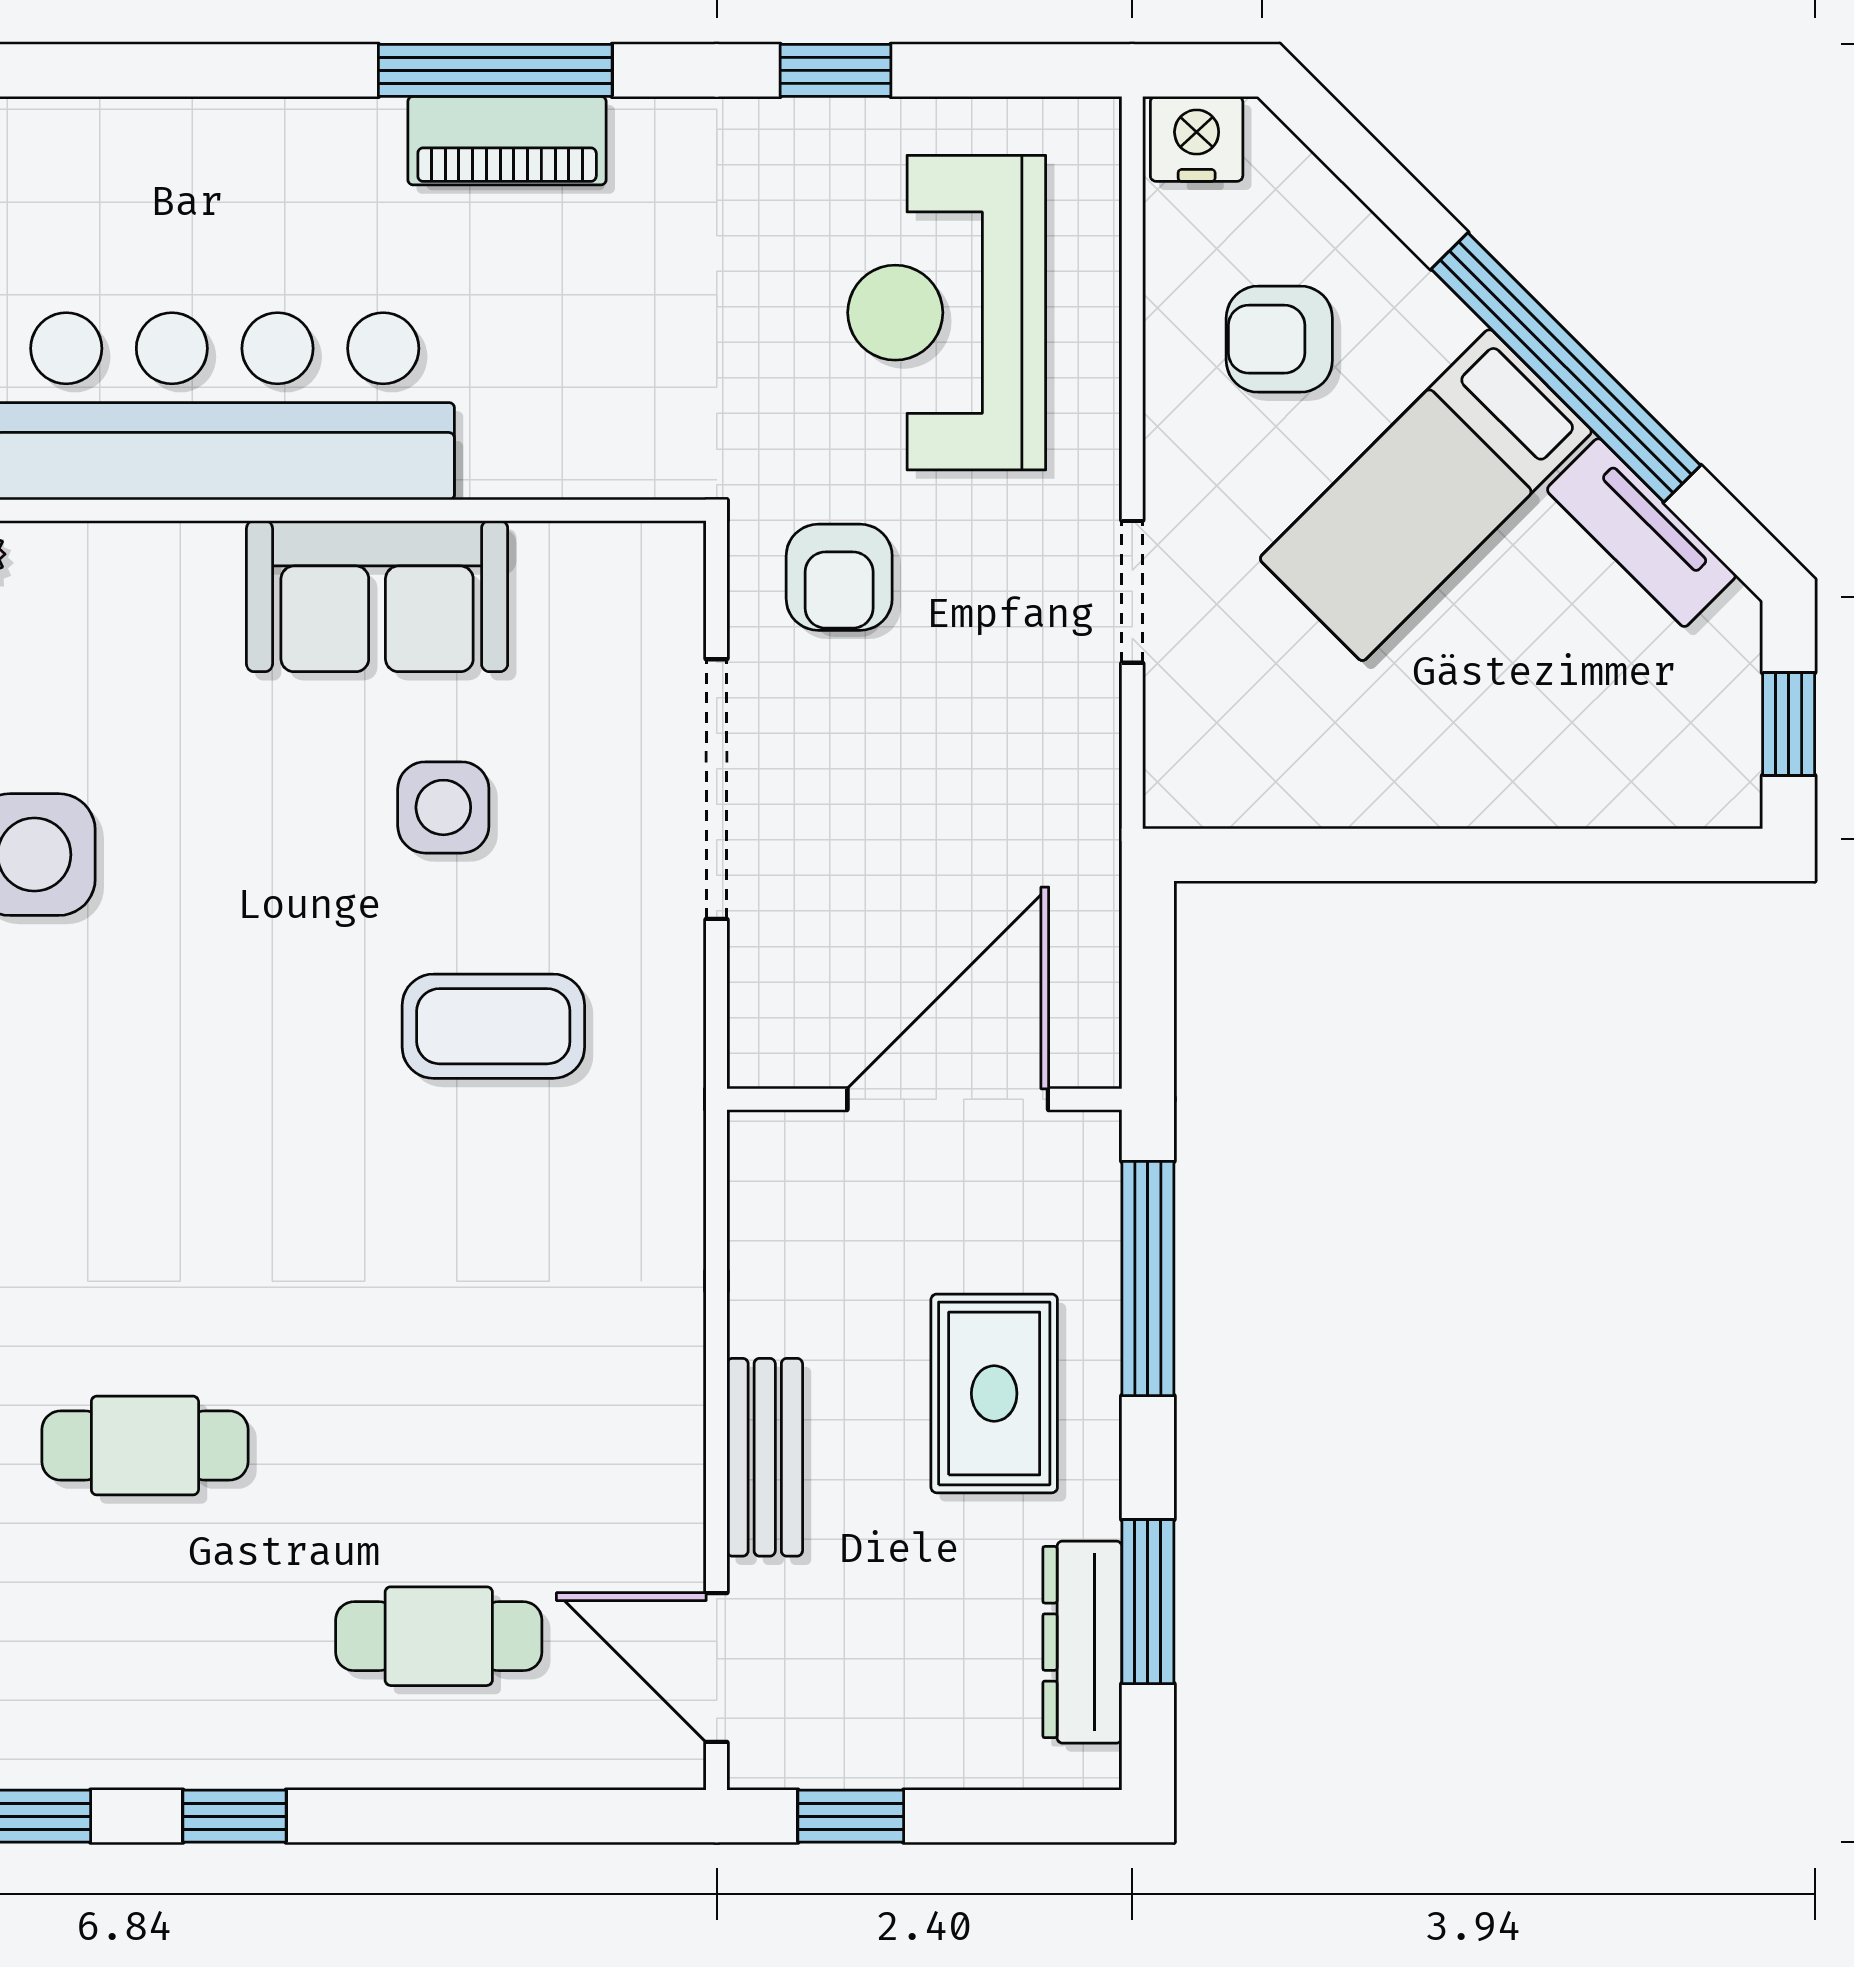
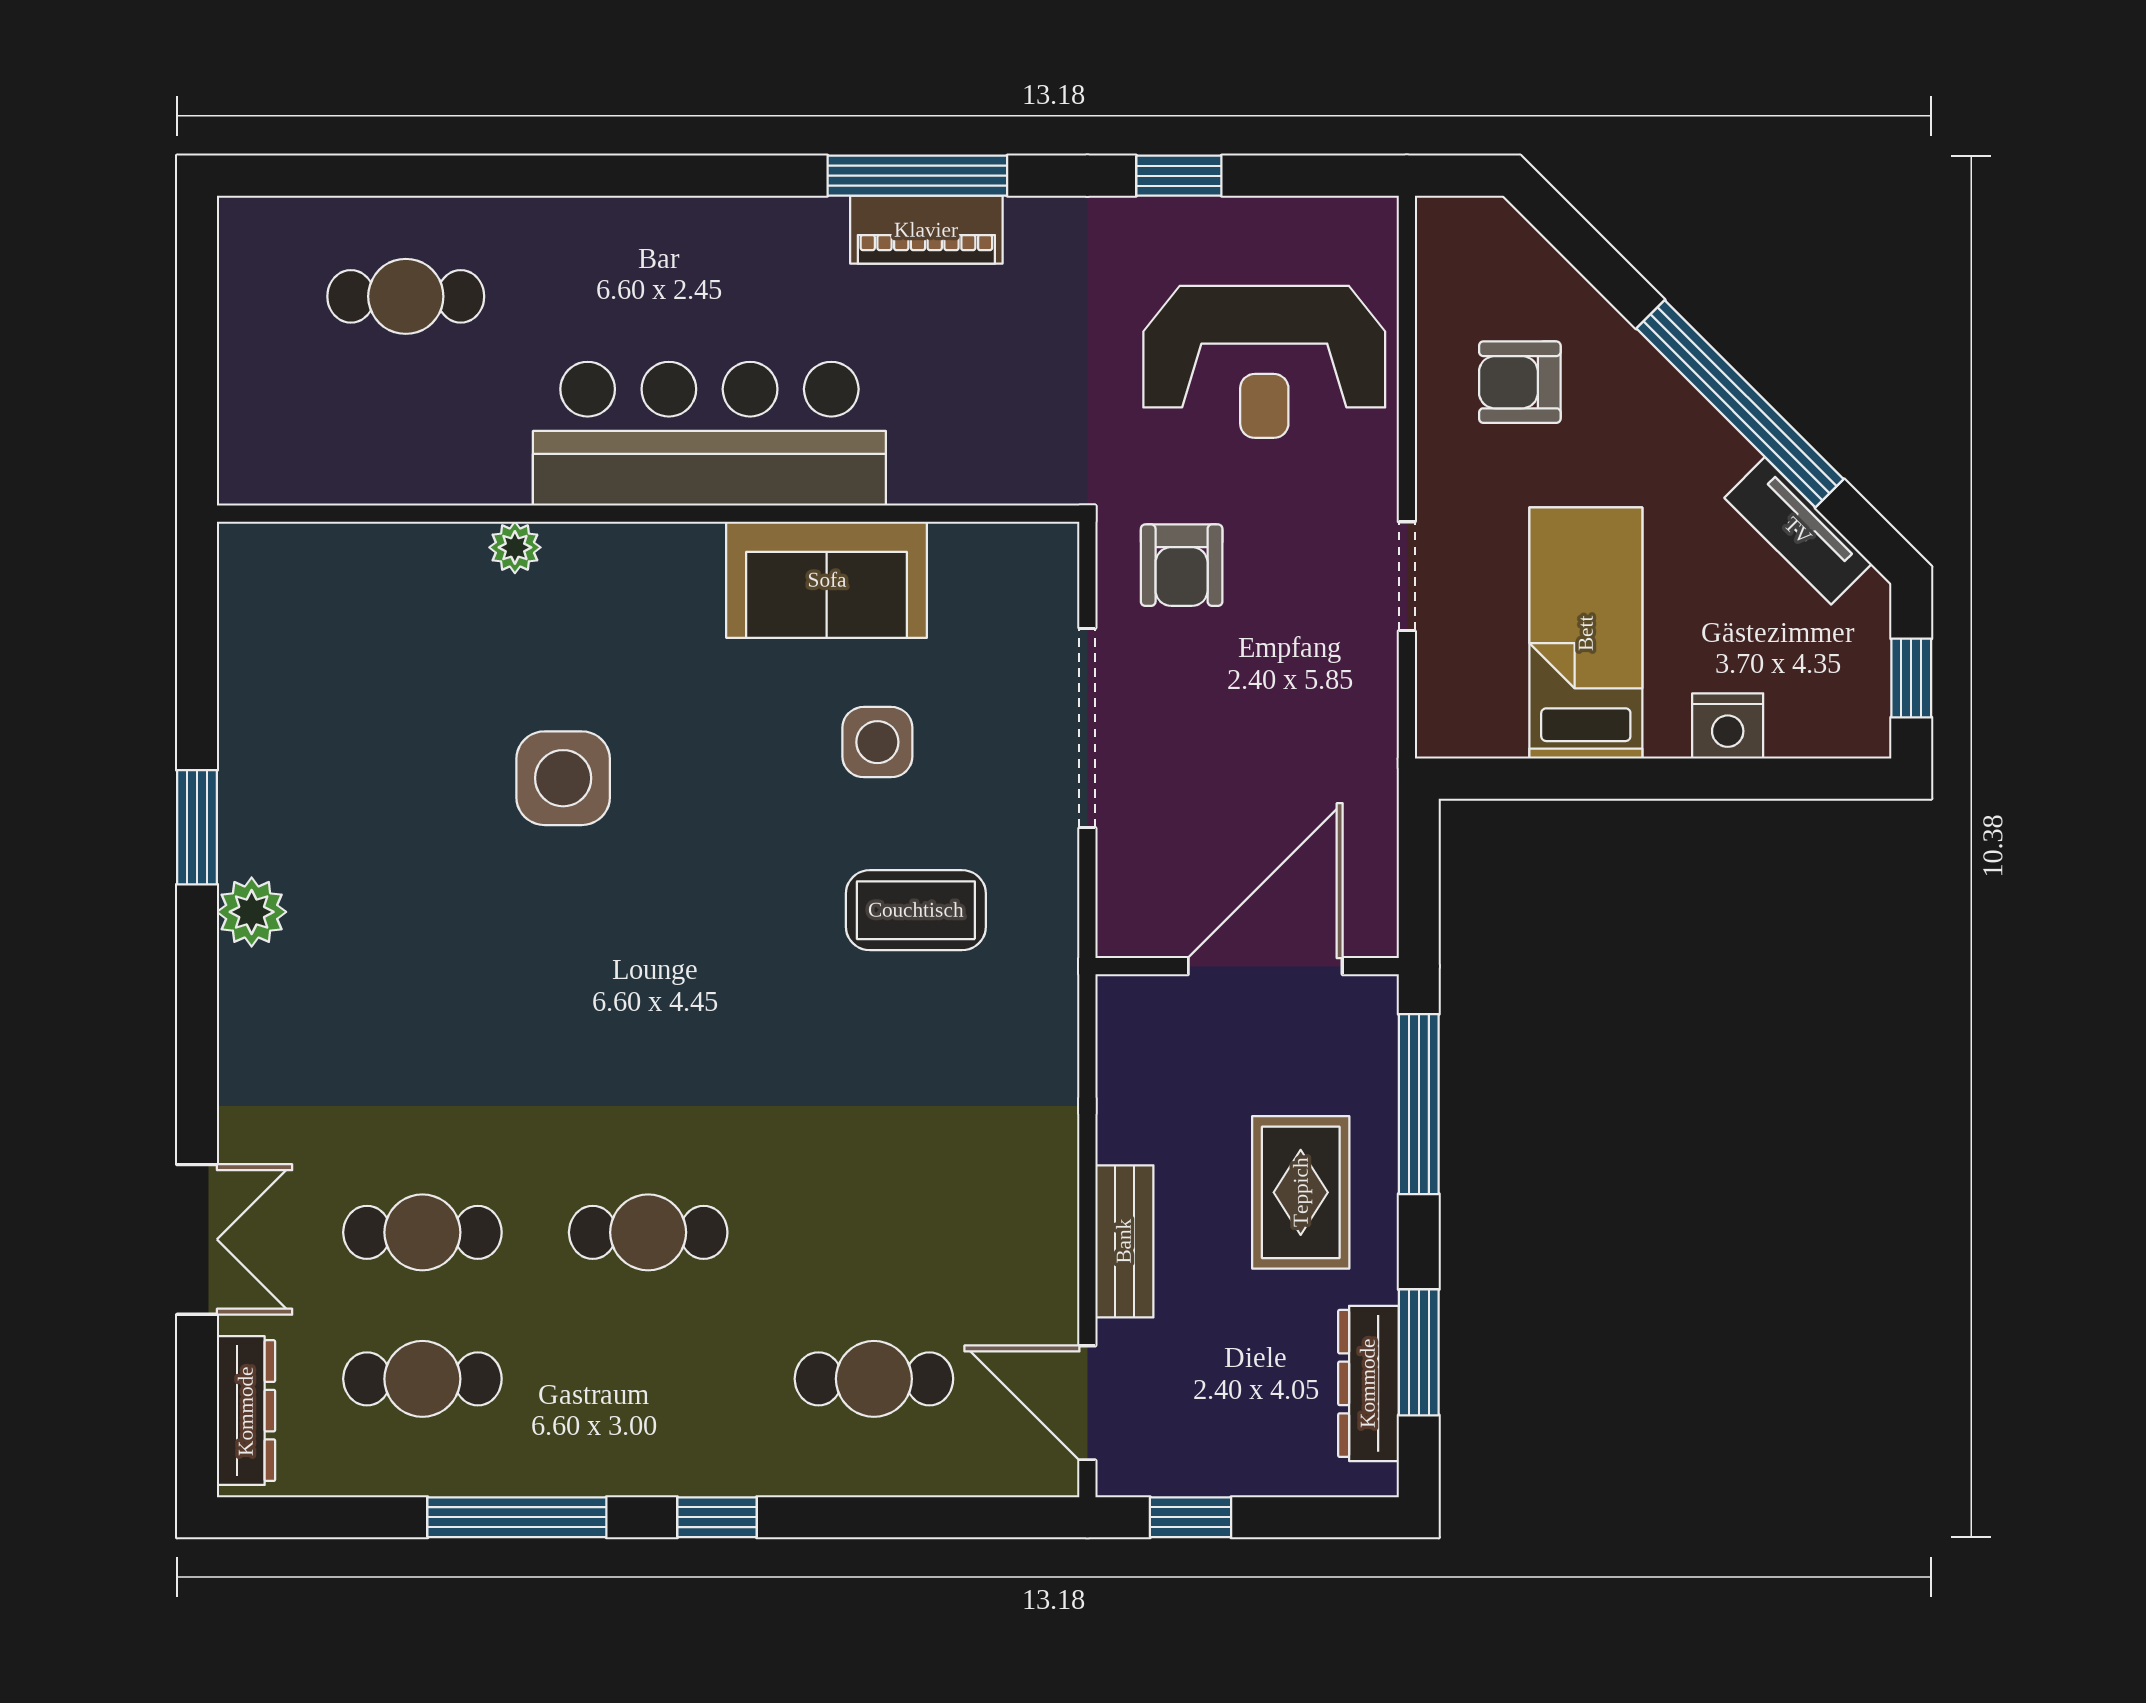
nightstand: (1197, 139) -> (1728, 726), moved, turned 180
reception desk: (947, 313) -> (1264, 362), turned -90
bed: (1426, 495) -> (1586, 633), moved, turned 135

